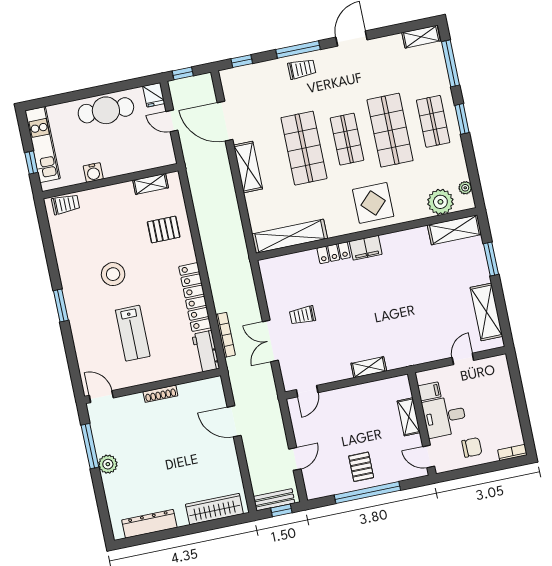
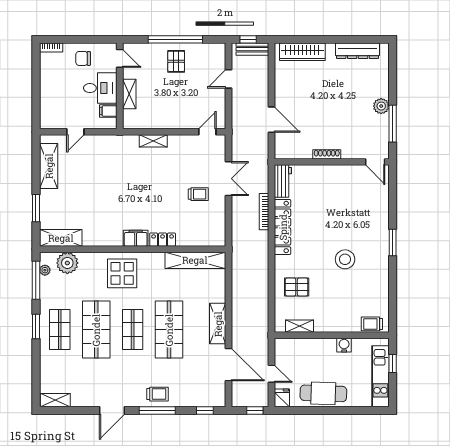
window: (451, 63) -> (36, 280), moved
trolley: (302, 69) -> (158, 394), turned 180
lab bench: (133, 333) -> (339, 208), removed
bookcase: (225, 335) -> (264, 212), moved

